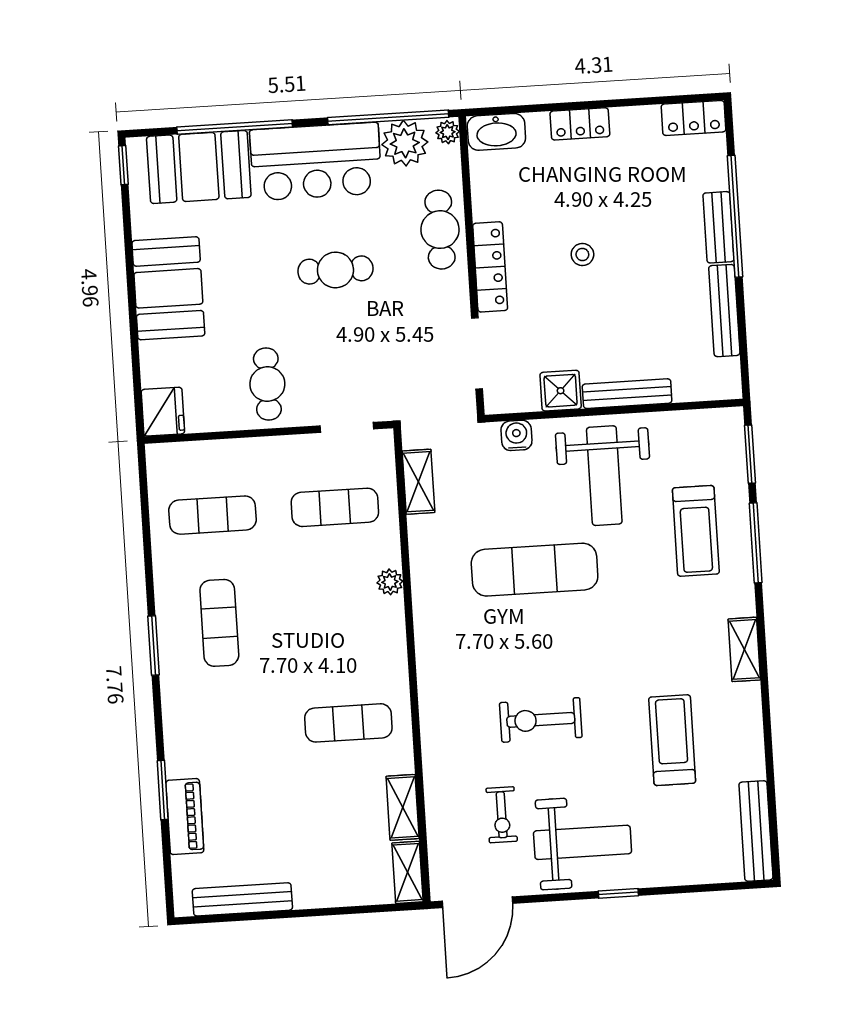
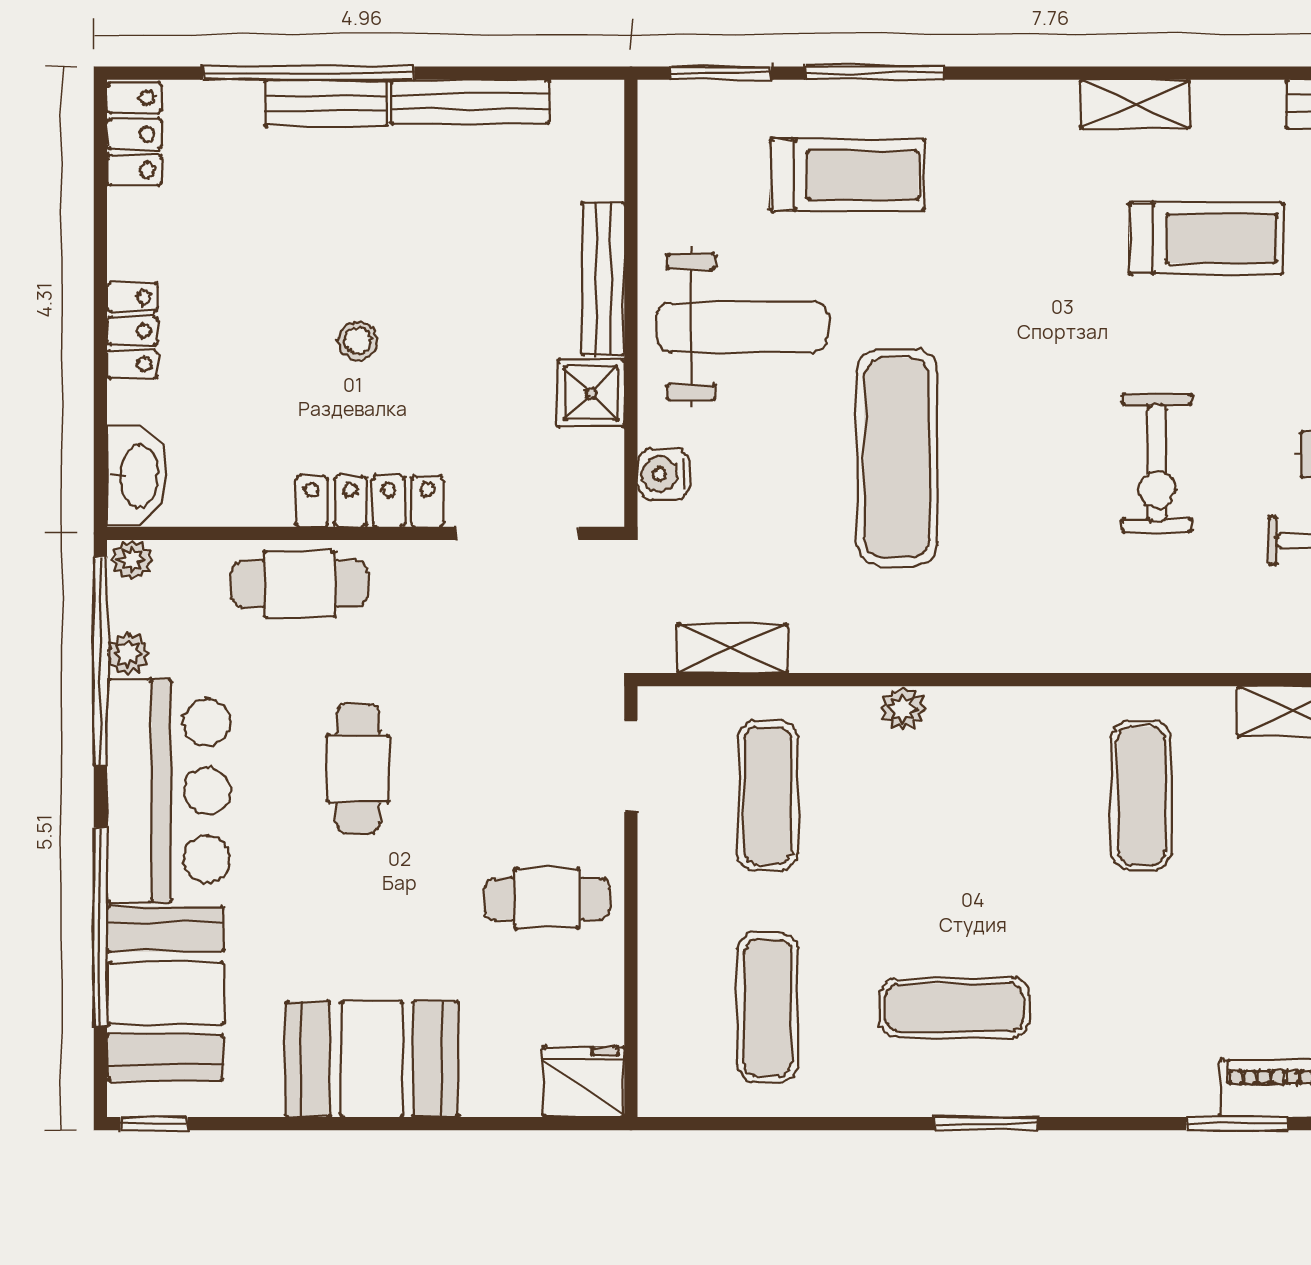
plant: (405, 143) -> (128, 654), width x0.53, depth x0.53
shelving: (744, 649) -> (1135, 104), moved
treadmill: (672, 740) -> (1206, 238), turned 180

